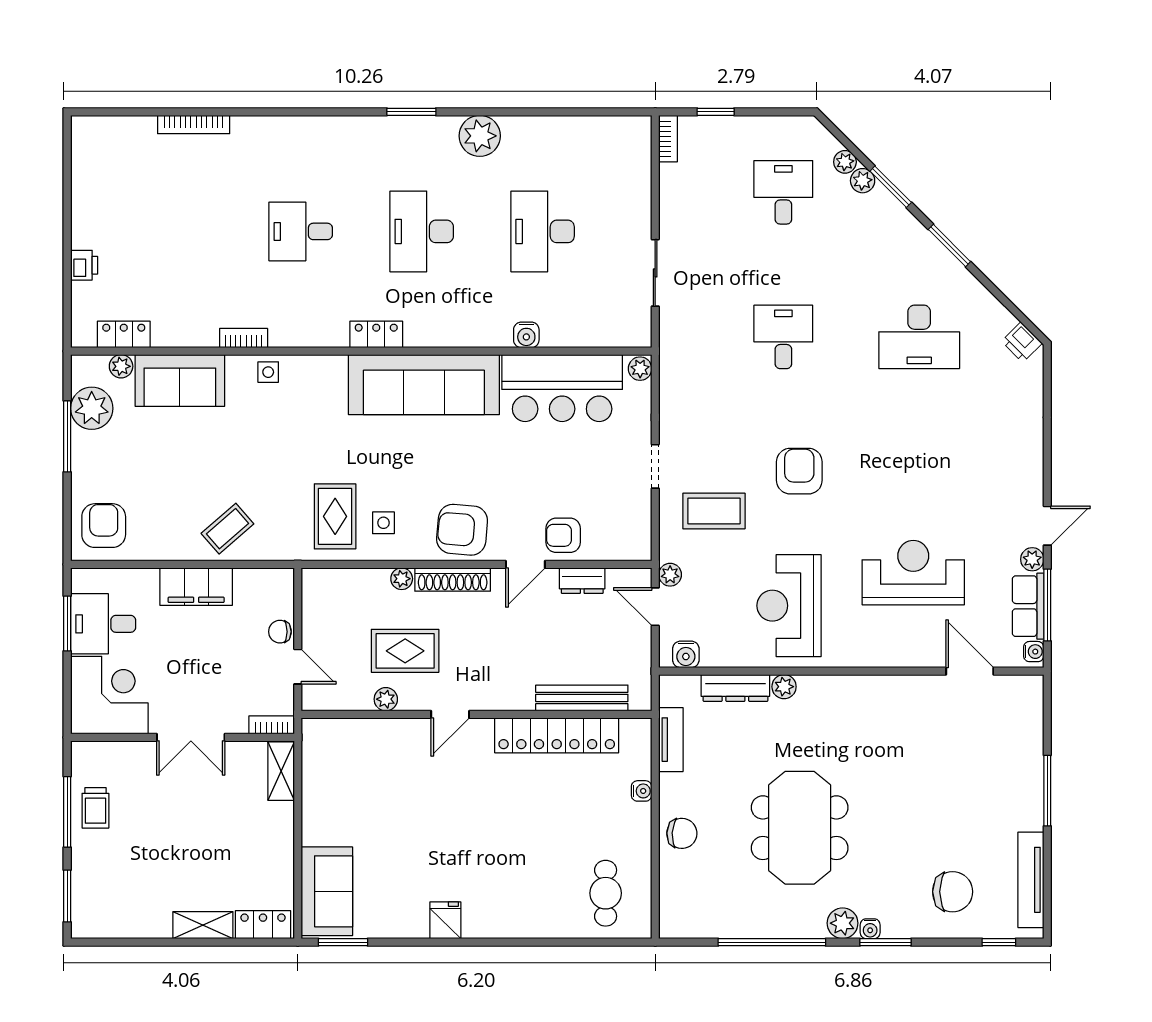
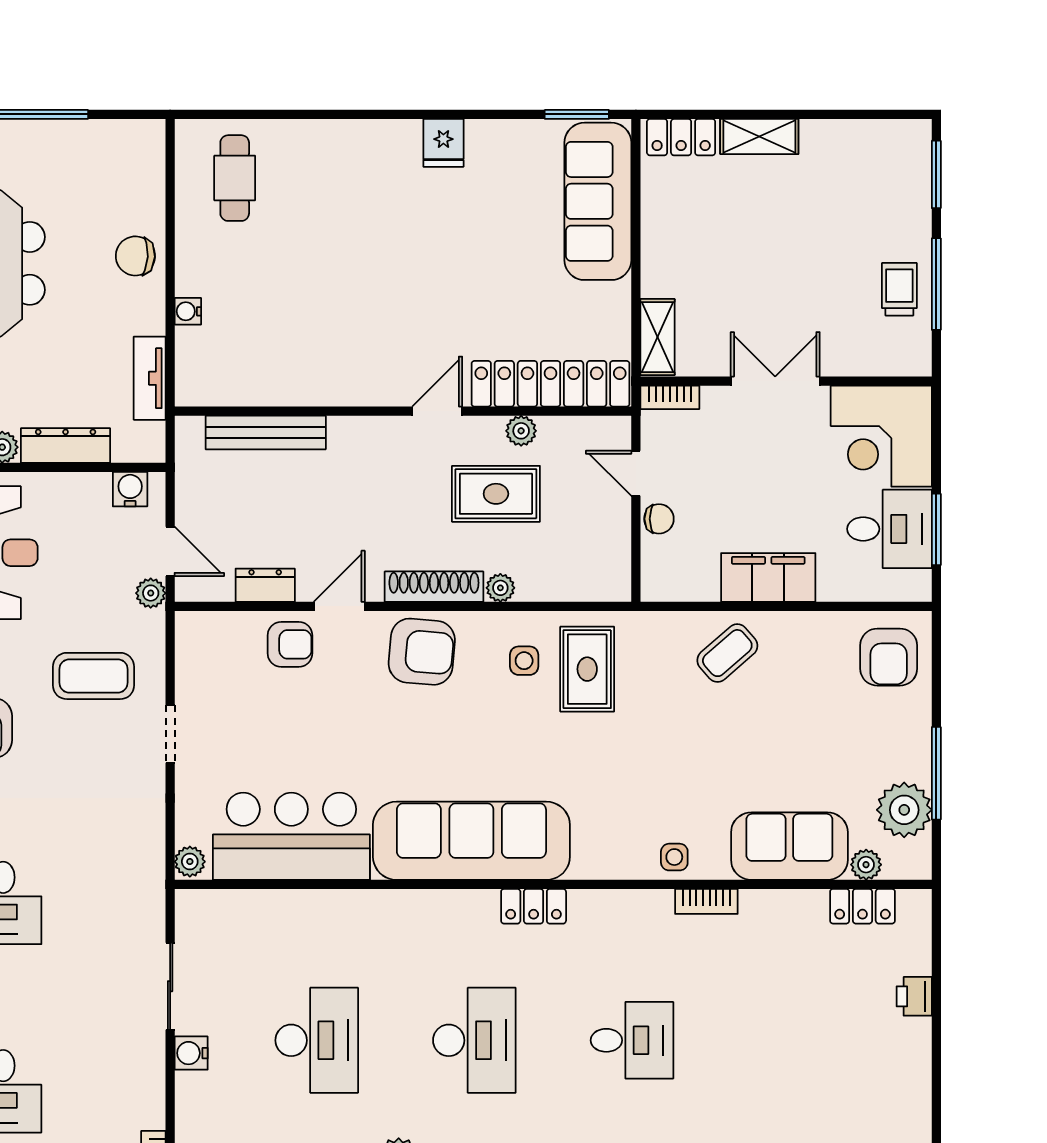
water cooler: (526, 335) -> (191, 1053), moved, turned -90
locker: (557, 735) -> (551, 384), moved
sofa: (327, 891) -> (598, 201), width x1.36

